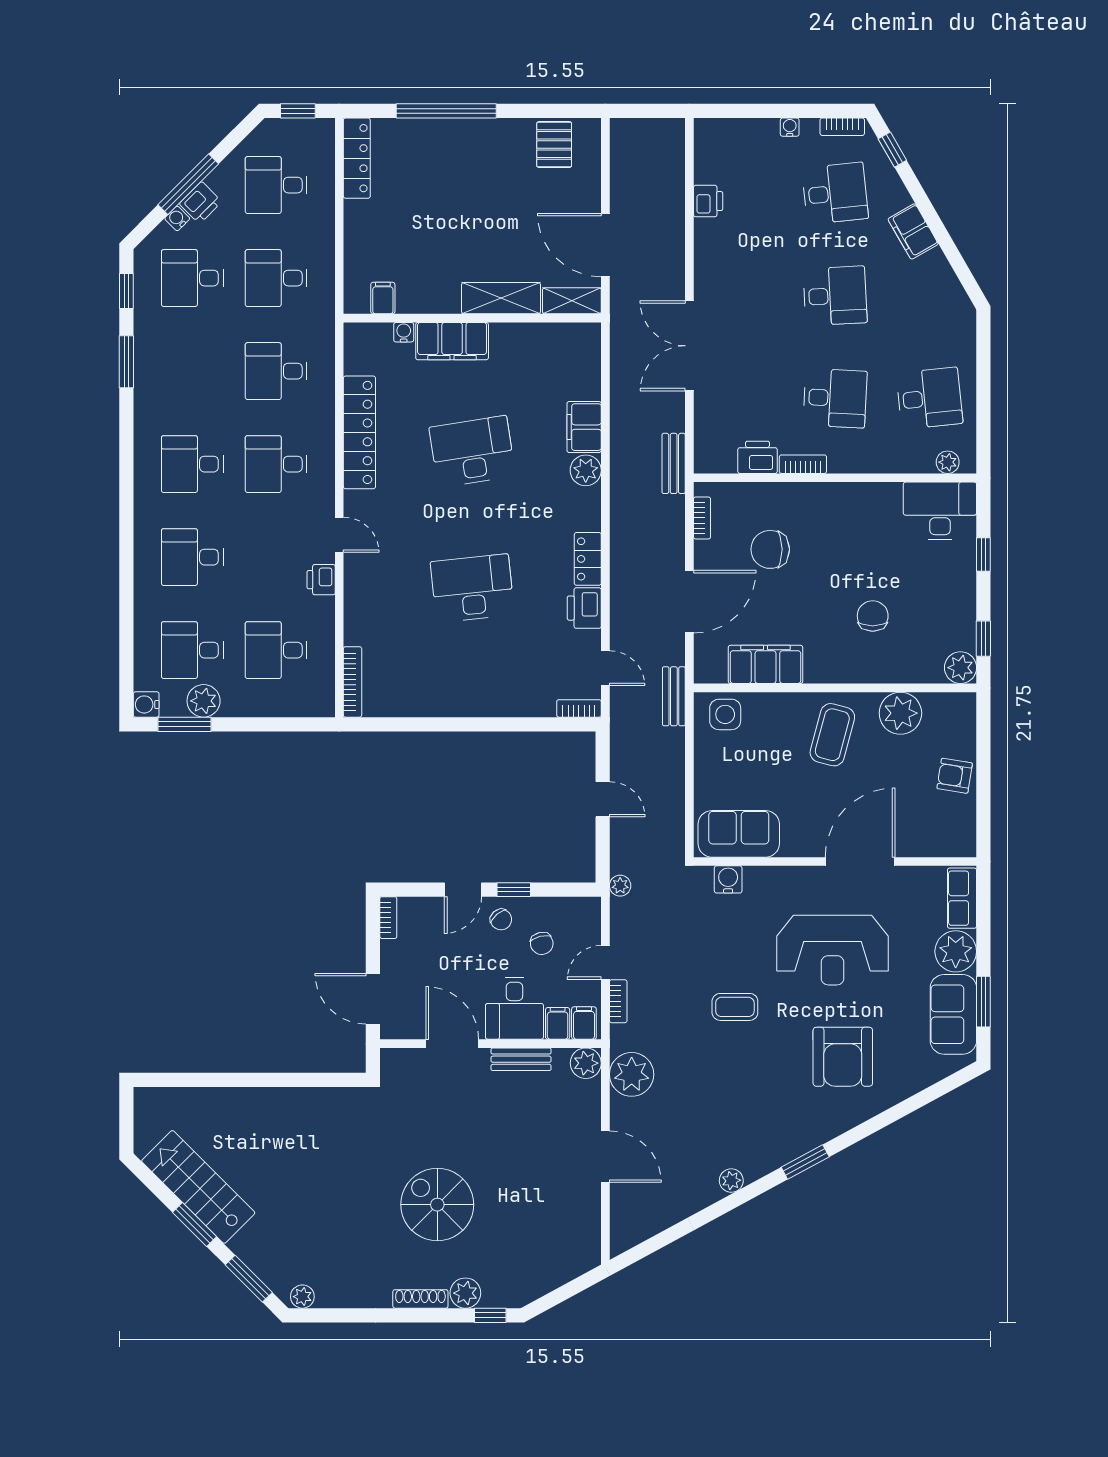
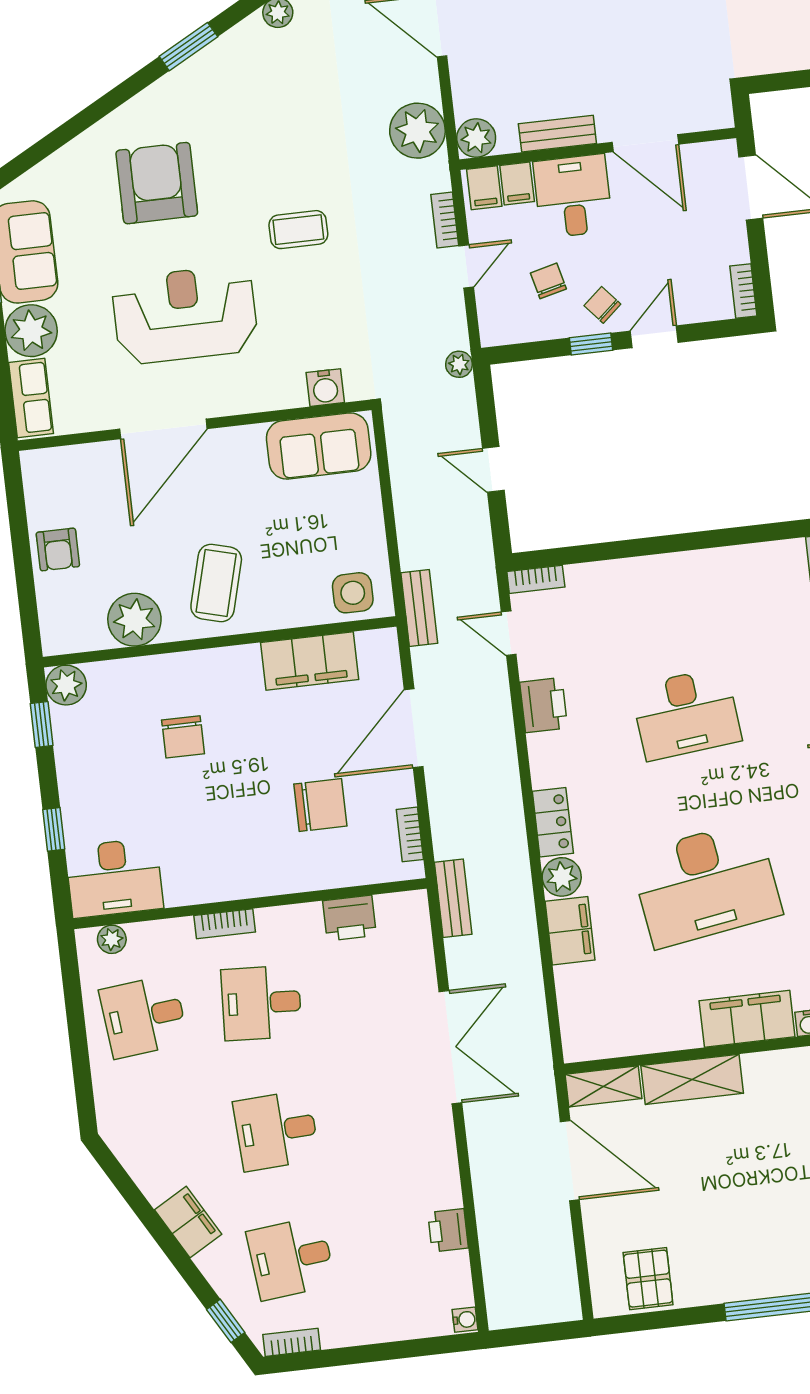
water cooler: (790, 127) -> (465, 1320), moved, turned -90
desk: (472, 451) -> (706, 884), width x1.36, depth x1.30
bookcase: (803, 464) -> (225, 924), moved
locker: (588, 559) -> (553, 822), moved
armchair: (955, 776) -> (58, 549), turned 81

